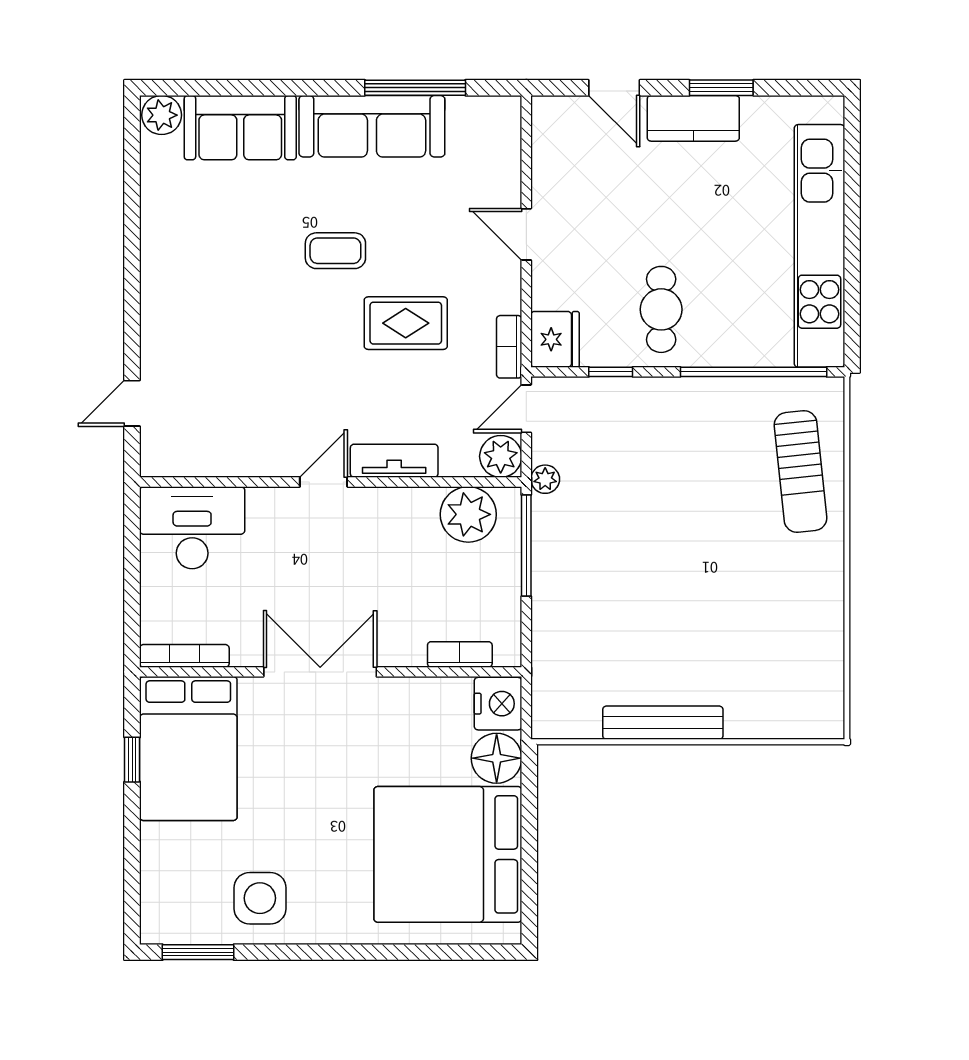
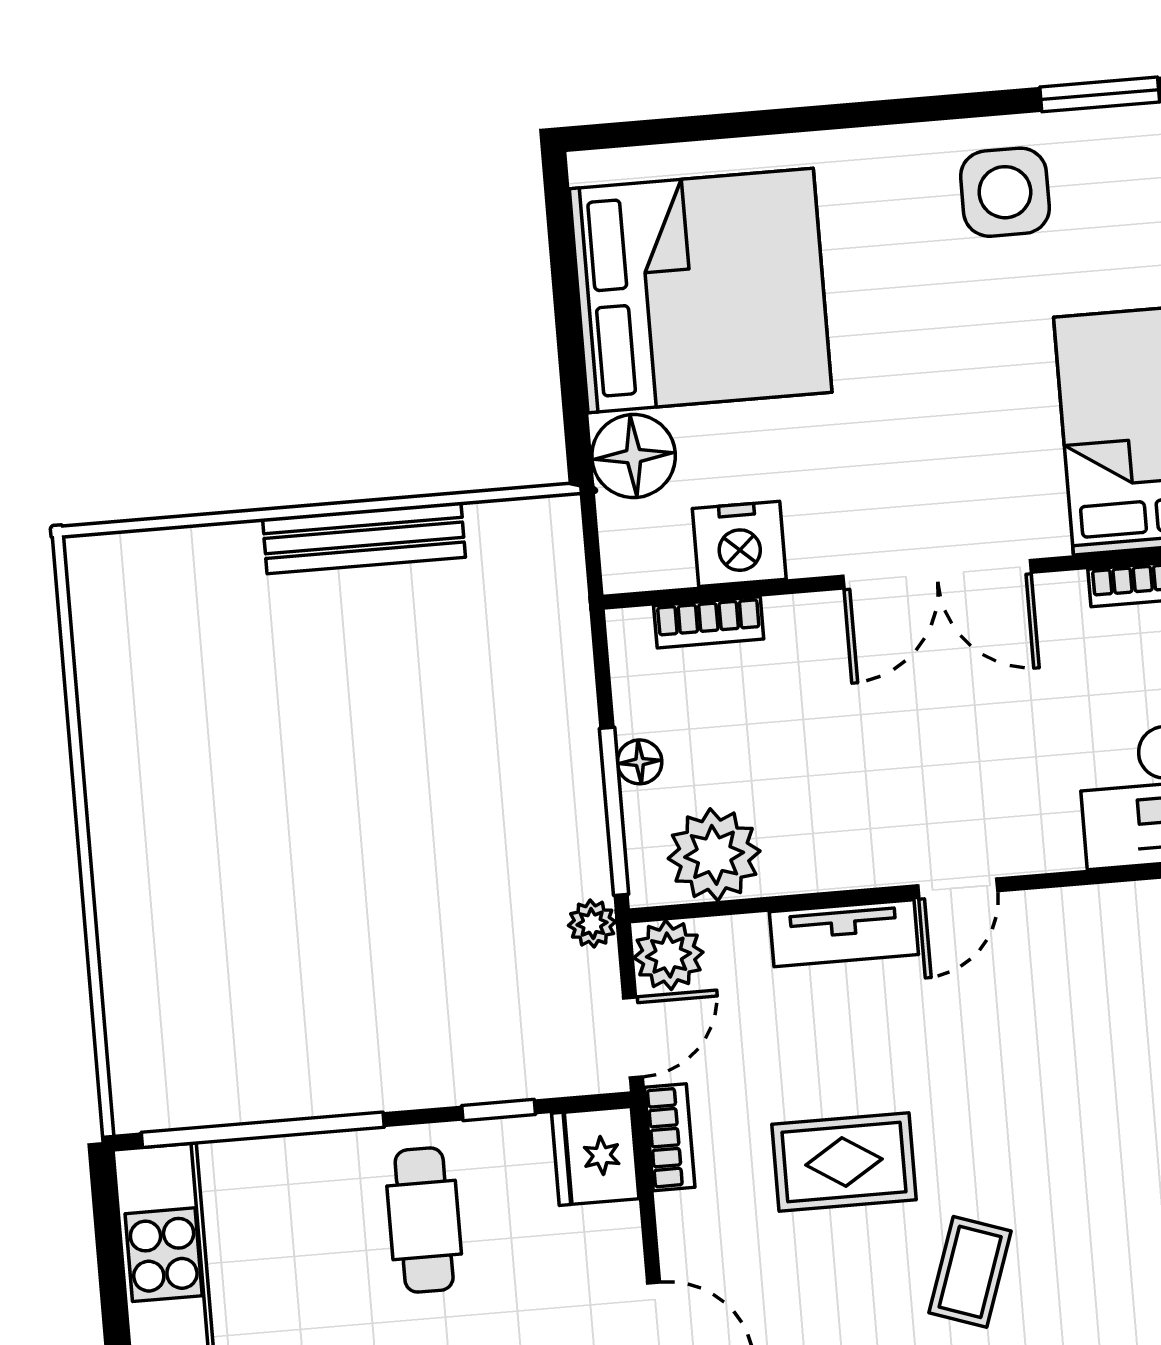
coffee table: (335, 251) -> (970, 1272), turned -71
sun lounger: (801, 471) -> (171, 972), removed
floor lamp: (508, 574) -> (640, 762), added
nightstand: (498, 704) -> (739, 544), moved, turned -90

